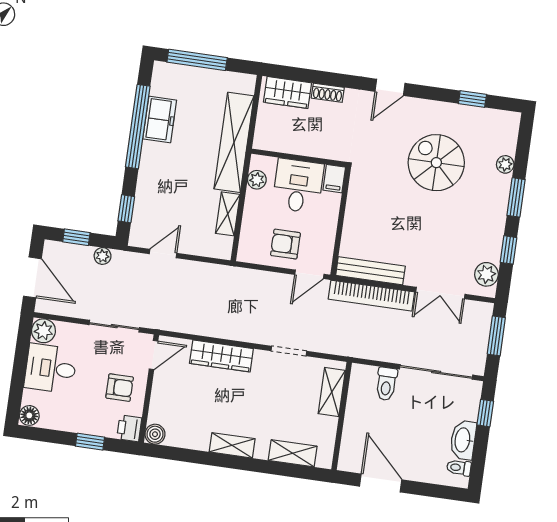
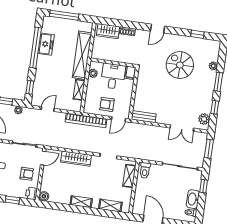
bench: (370, 271) -> (144, 117), width x0.73
bookcase: (371, 296) -> (86, 120), moved
toilet: (386, 384) -> (145, 170), moved

